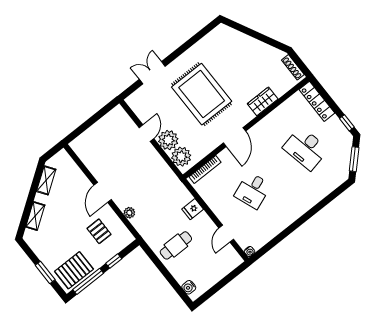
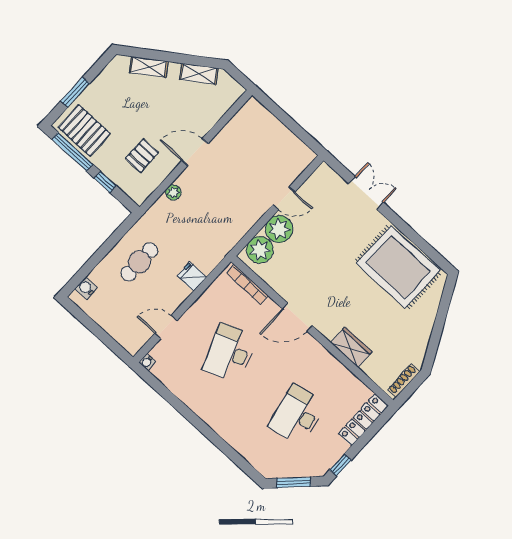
rug: (202, 94) -> (398, 267), moved, turned 90
desk: (253, 190) -> (230, 353), width x1.37
cafe table: (176, 245) -> (139, 262), turned 90

